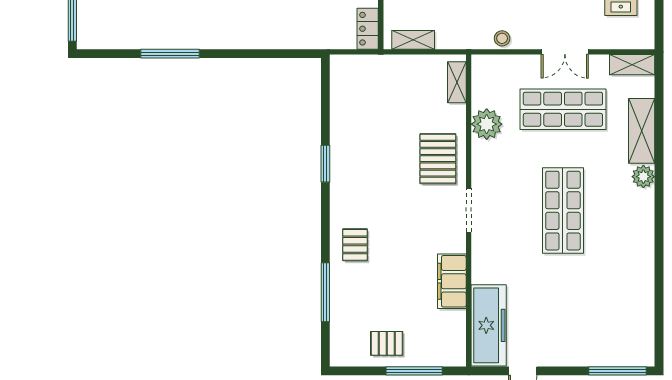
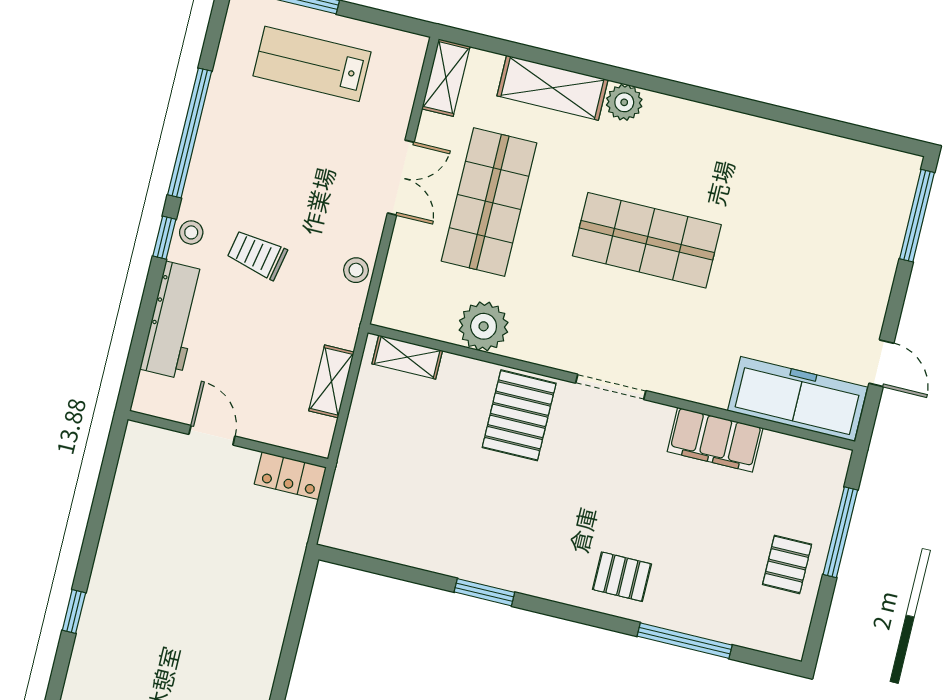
shelving: (413, 40) -> (331, 381), moved
pallet: (438, 159) -> (519, 415), turned 90

